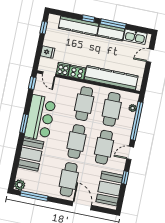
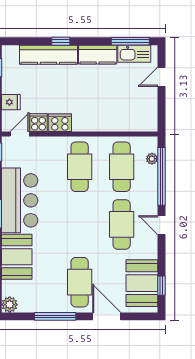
window: (113, 24) -> (130, 41), moved
door: (49, 74) -> (20, 134), swing flipped
kitchen counter: (111, 78) -> (111, 121), removed
cafe table: (76, 142) -> (80, 224), removed
door: (130, 153) -> (162, 225), hinge flipped
window: (125, 178) -> (162, 286), moved
window: (34, 196) -> (55, 316), moved

